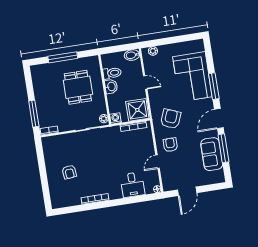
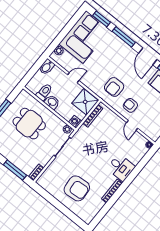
window: (209, 56) -> (102, 19), added
corner sofa: (192, 77) -> (84, 37), moved, turned -90
armchair: (171, 119) -> (114, 87), turned -112
armchair: (69, 172) -> (77, 188), width x1.88, depth x1.88
desk: (133, 185) -> (121, 168), moved

